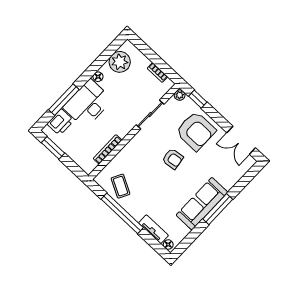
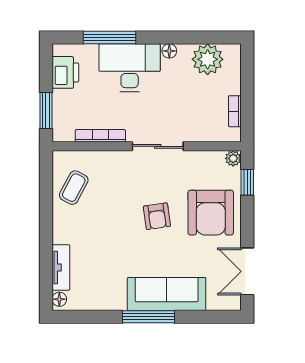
sliding door: (150, 114) -> (158, 146), moved
printer: (60, 122) -> (65, 72), moved, turned -90
window: (53, 148) -> (46, 110), moved
sofa: (202, 204) -> (167, 294), moved
window: (122, 213) -> (46, 217), removed

